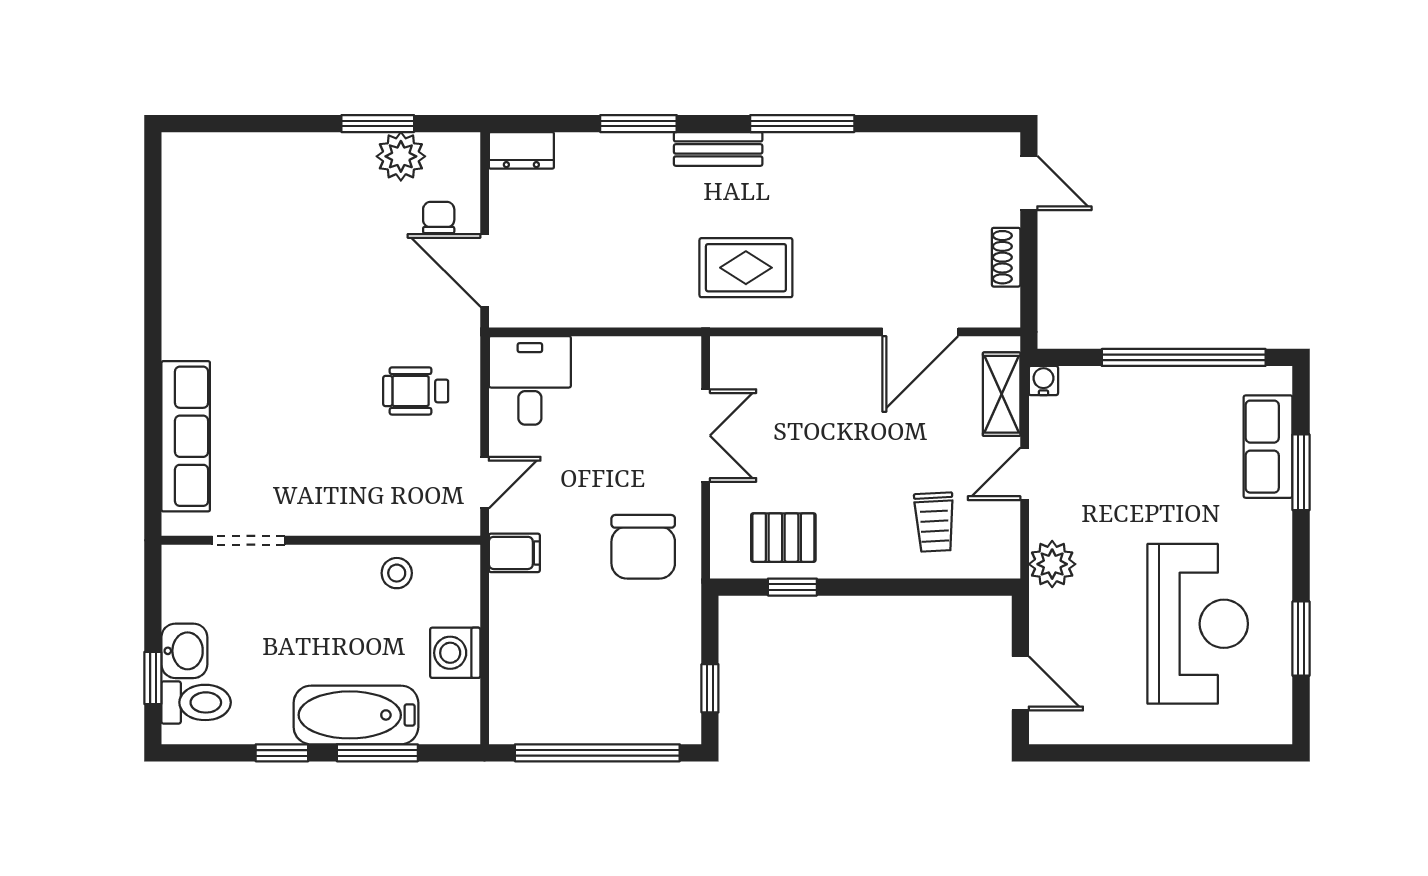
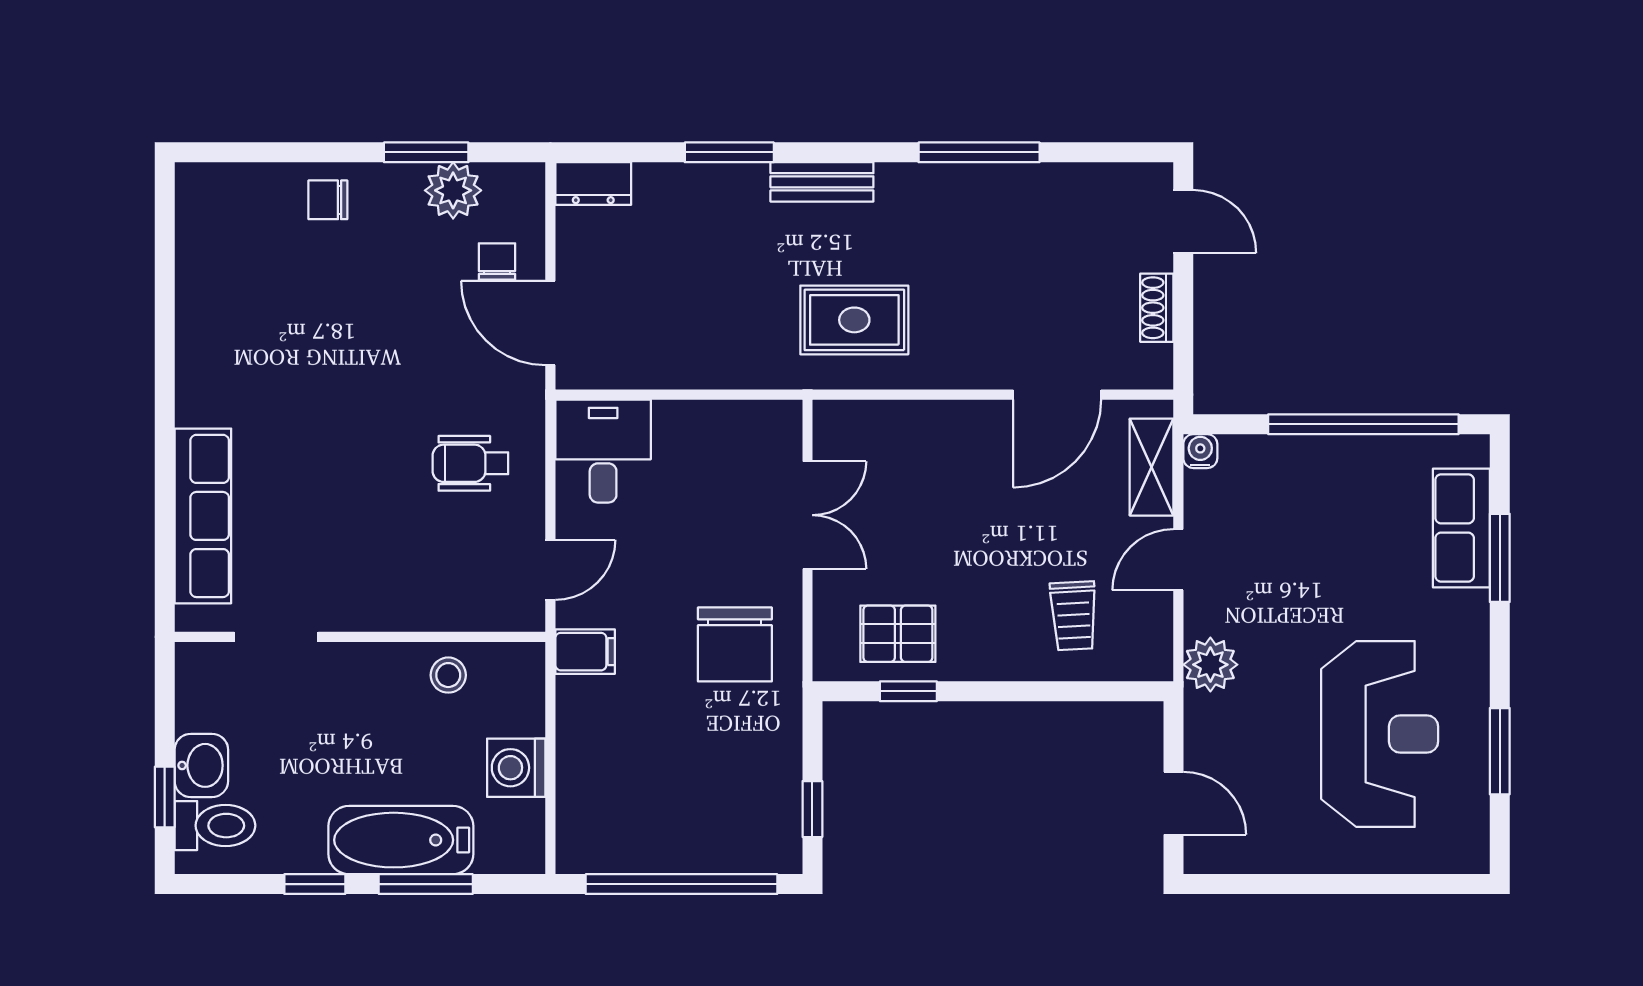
window: (802, 124) -> (979, 152), moved
chair: (293, 164) -> (328, 200), added

